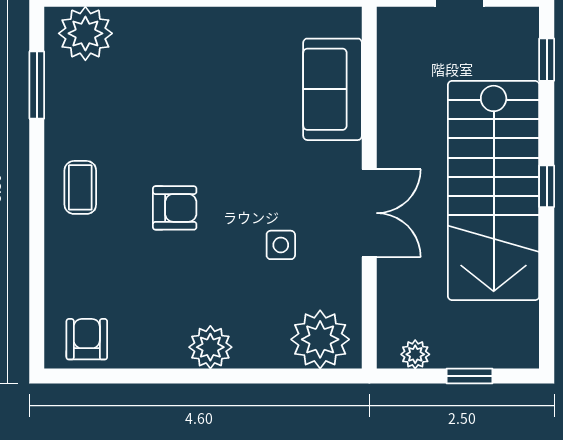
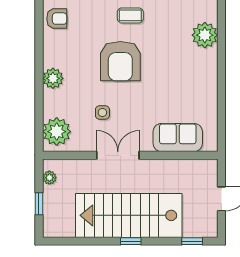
plant: (85, 33) -> (205, 35), moved
armchair: (175, 208) -> (120, 61), width x1.88, depth x1.88
double door: (369, 213) -> (118, 155), swing flipped

